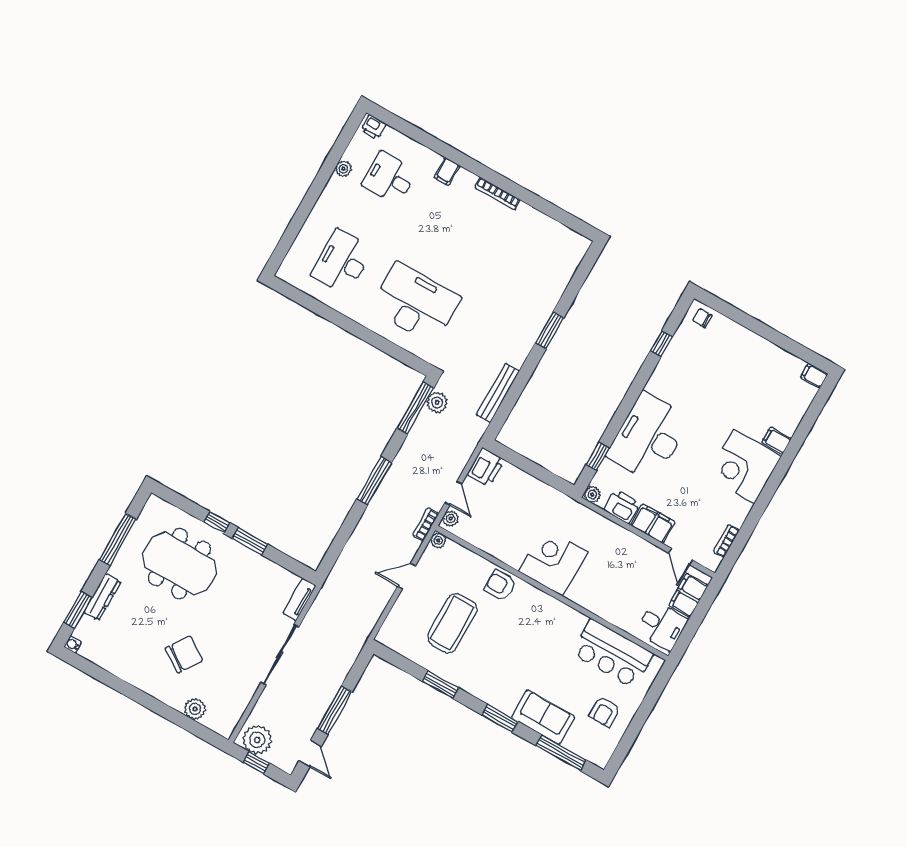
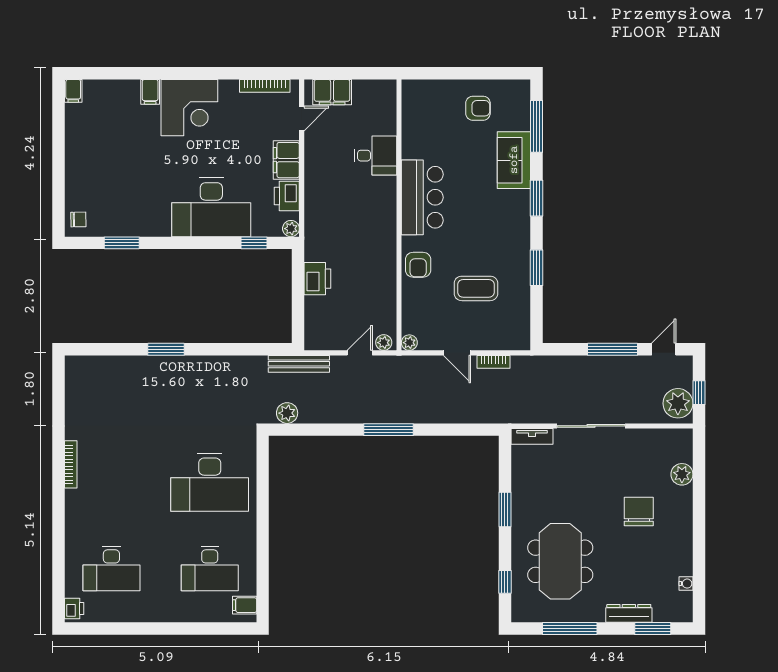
plant: (343, 169) -> (126, 614), removed
filing cabinet: (447, 172) -> (245, 605), moved, turned 180
desk: (389, 178) -> (111, 568), width x1.37
desk: (415, 303) -> (210, 482), turned -90
chair: (702, 318) -> (78, 220), turned -91
window: (661, 344) -> (122, 243), width x1.50
bench: (498, 393) -> (299, 364), moved
window: (415, 408) -> (303, 430), removed
printer: (486, 467) -> (317, 279), moved, turned 90
window: (217, 522) -> (505, 582), moved
bookcase: (426, 524) -> (493, 362), moved
bookcase: (726, 541) -> (265, 86), width x1.56
corner desk: (553, 562) -> (370, 229), removed
coffee table: (452, 623) -> (476, 288), width x0.73, depth x0.76
desk: (662, 626) -> (375, 156), moved, turned 90
water cooler: (73, 644) -> (686, 584), moved, turned -90
chair: (184, 654) -> (639, 511), turned 56
bar counter: (613, 654) -> (422, 197), moved

